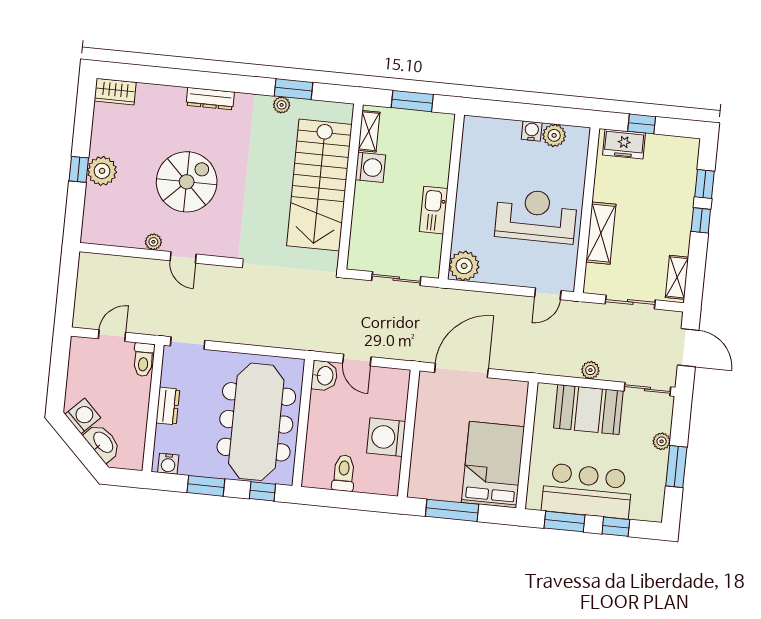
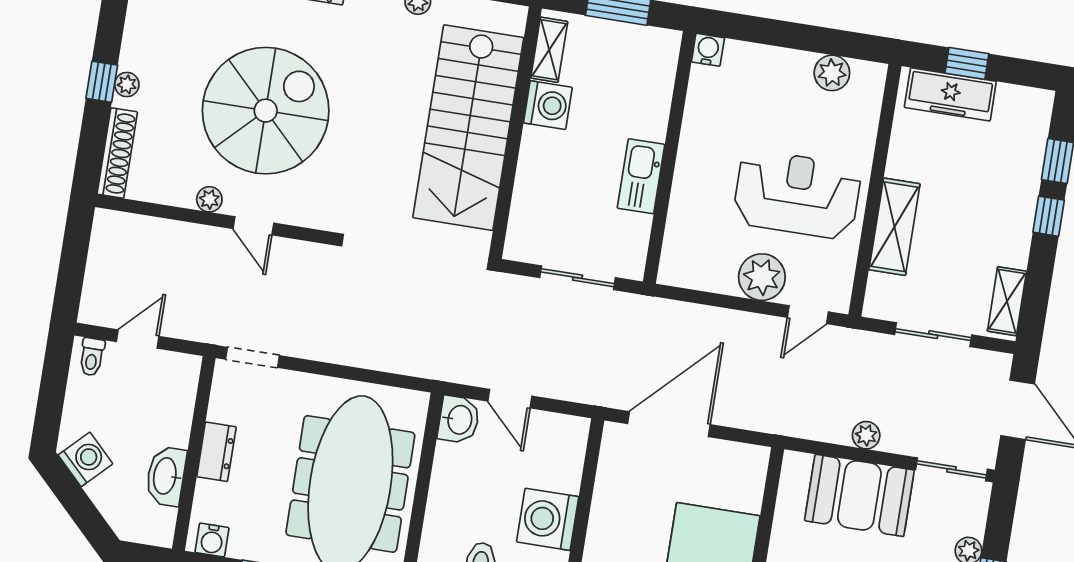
water cooler: (532, 131) -> (708, 50), moved
freezer: (624, 144) -> (950, 94), width x1.40
plant: (102, 171) -> (127, 84), width x0.53, depth x0.53
spiral stairs: (187, 182) -> (266, 111), width x1.37, depth x1.37
shoe rack: (92, 215) -> (117, 153), added
plant: (464, 266) -> (762, 277), moved
toilet: (143, 360) -> (92, 357), moved, width x0.73, depth x0.72
washbasin: (103, 443) -> (166, 476), moved, turned -135

